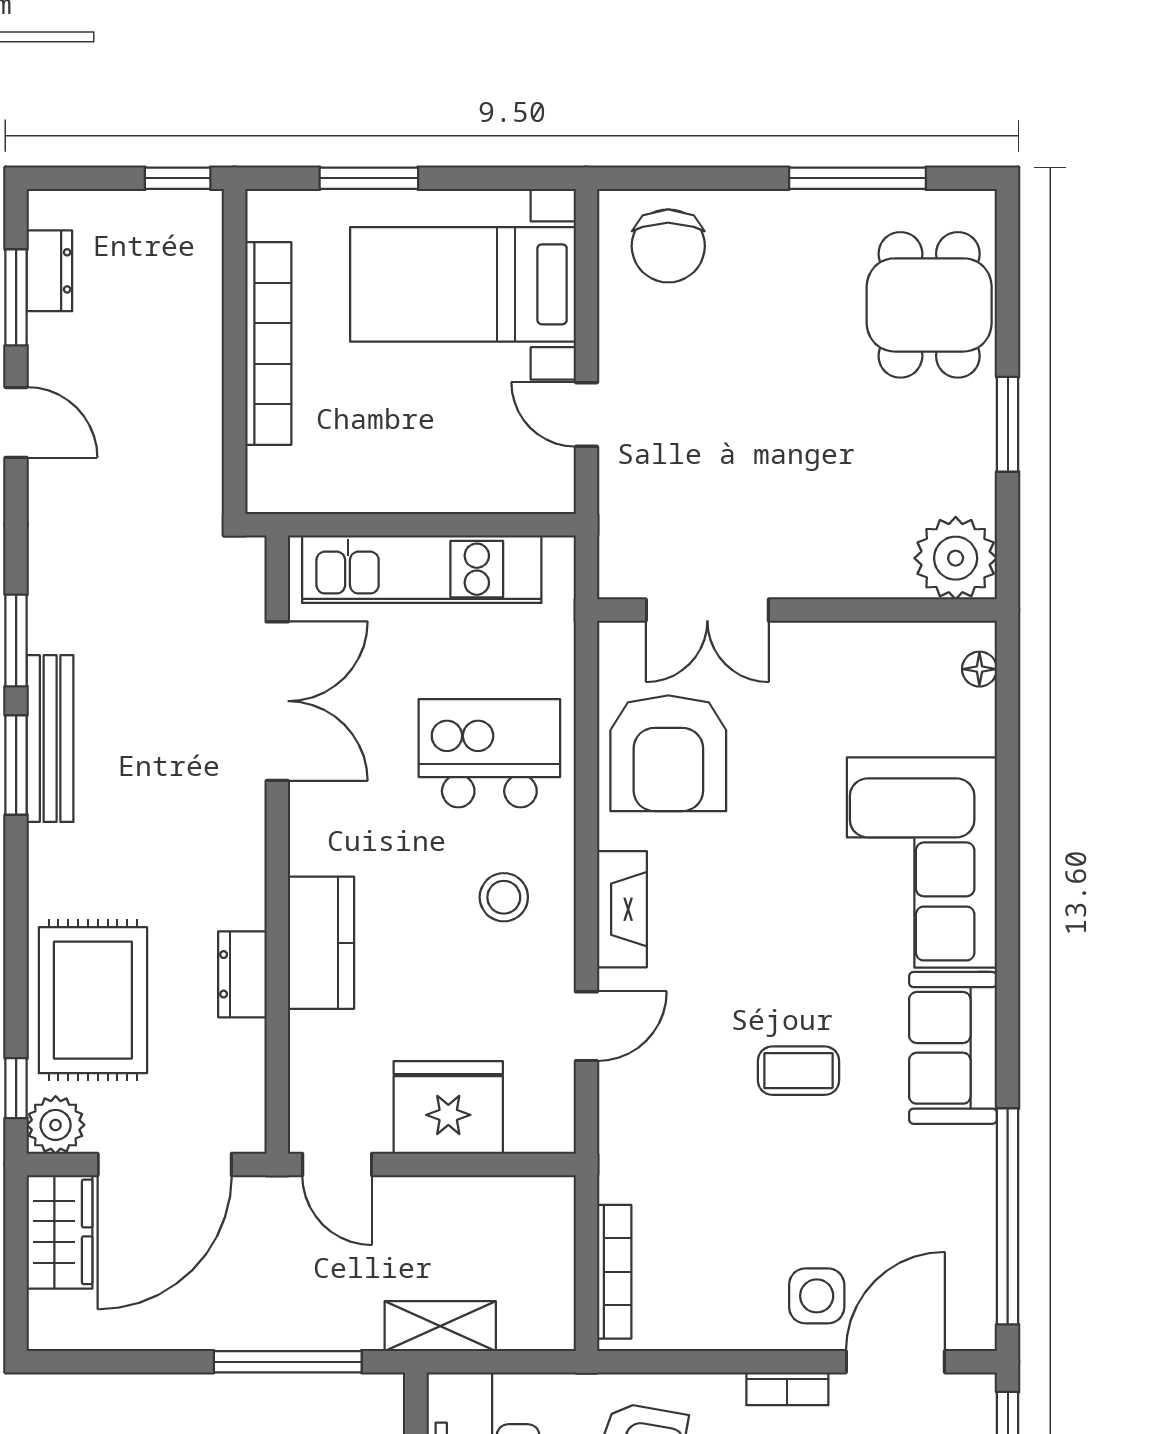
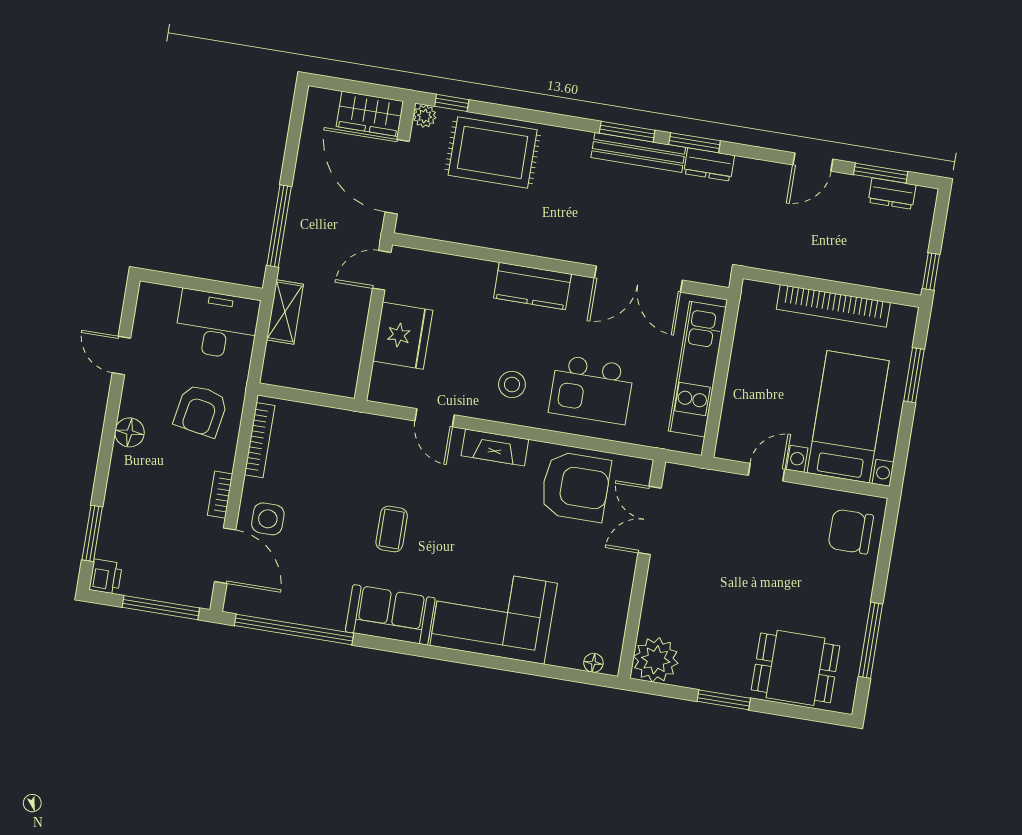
kitchen island: (489, 753) -> (591, 389), turned 90
armchair: (668, 753) -> (575, 487), turned 180
kitchen counter: (321, 943) -> (532, 286), moved
dresser: (242, 974) -> (709, 164), moved, turned 180
plant: (56, 1125) -> (425, 116), width x0.73, depth x0.73
bookcase: (614, 1272) -> (260, 440), moved, turned -90

